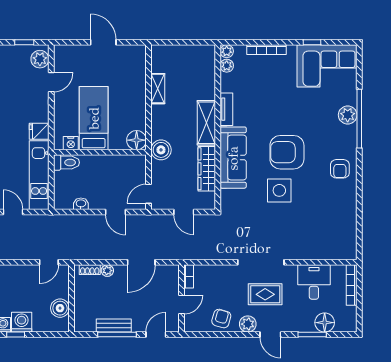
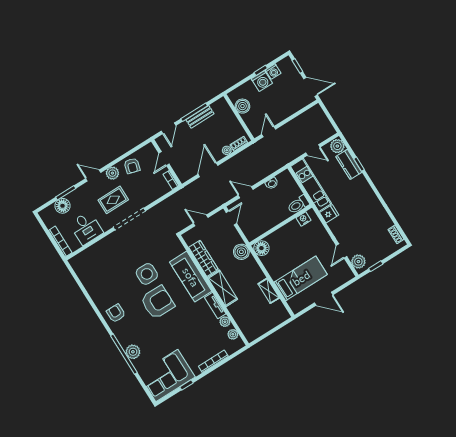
plant: (227, 51) -> (225, 322), moved
bed: (94, 118) -> (301, 278), moved, turned -90

